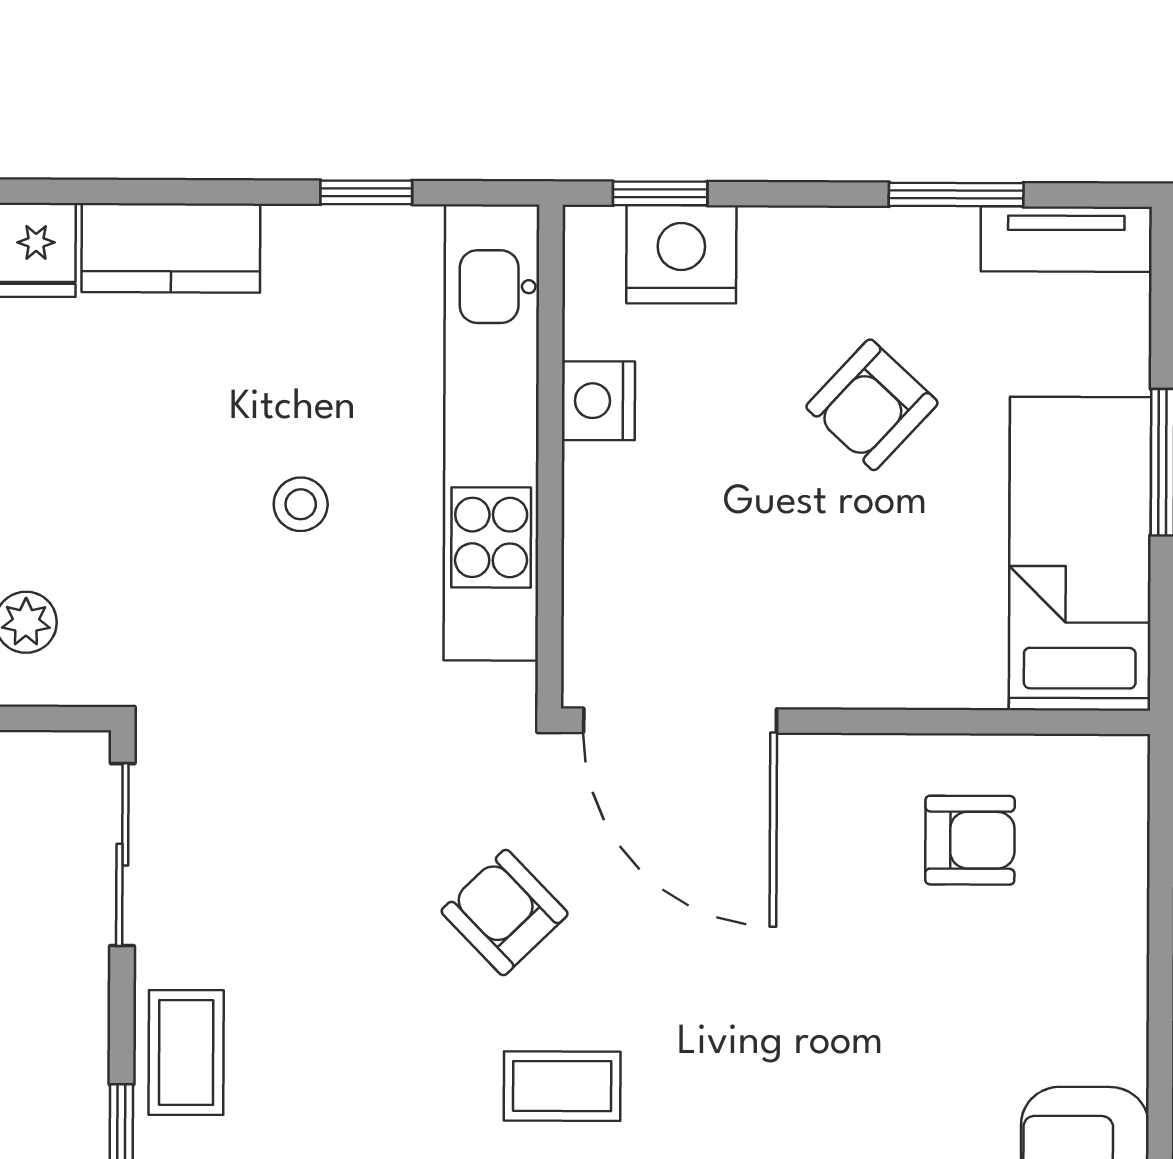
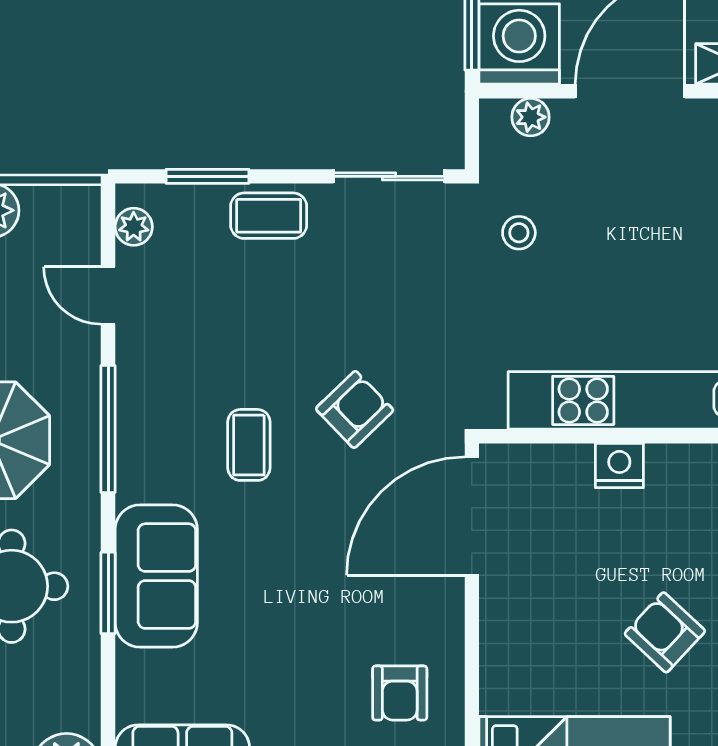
nightstand: (598, 401) -> (619, 466), moved
stool: (301, 504) -> (519, 233), moved

